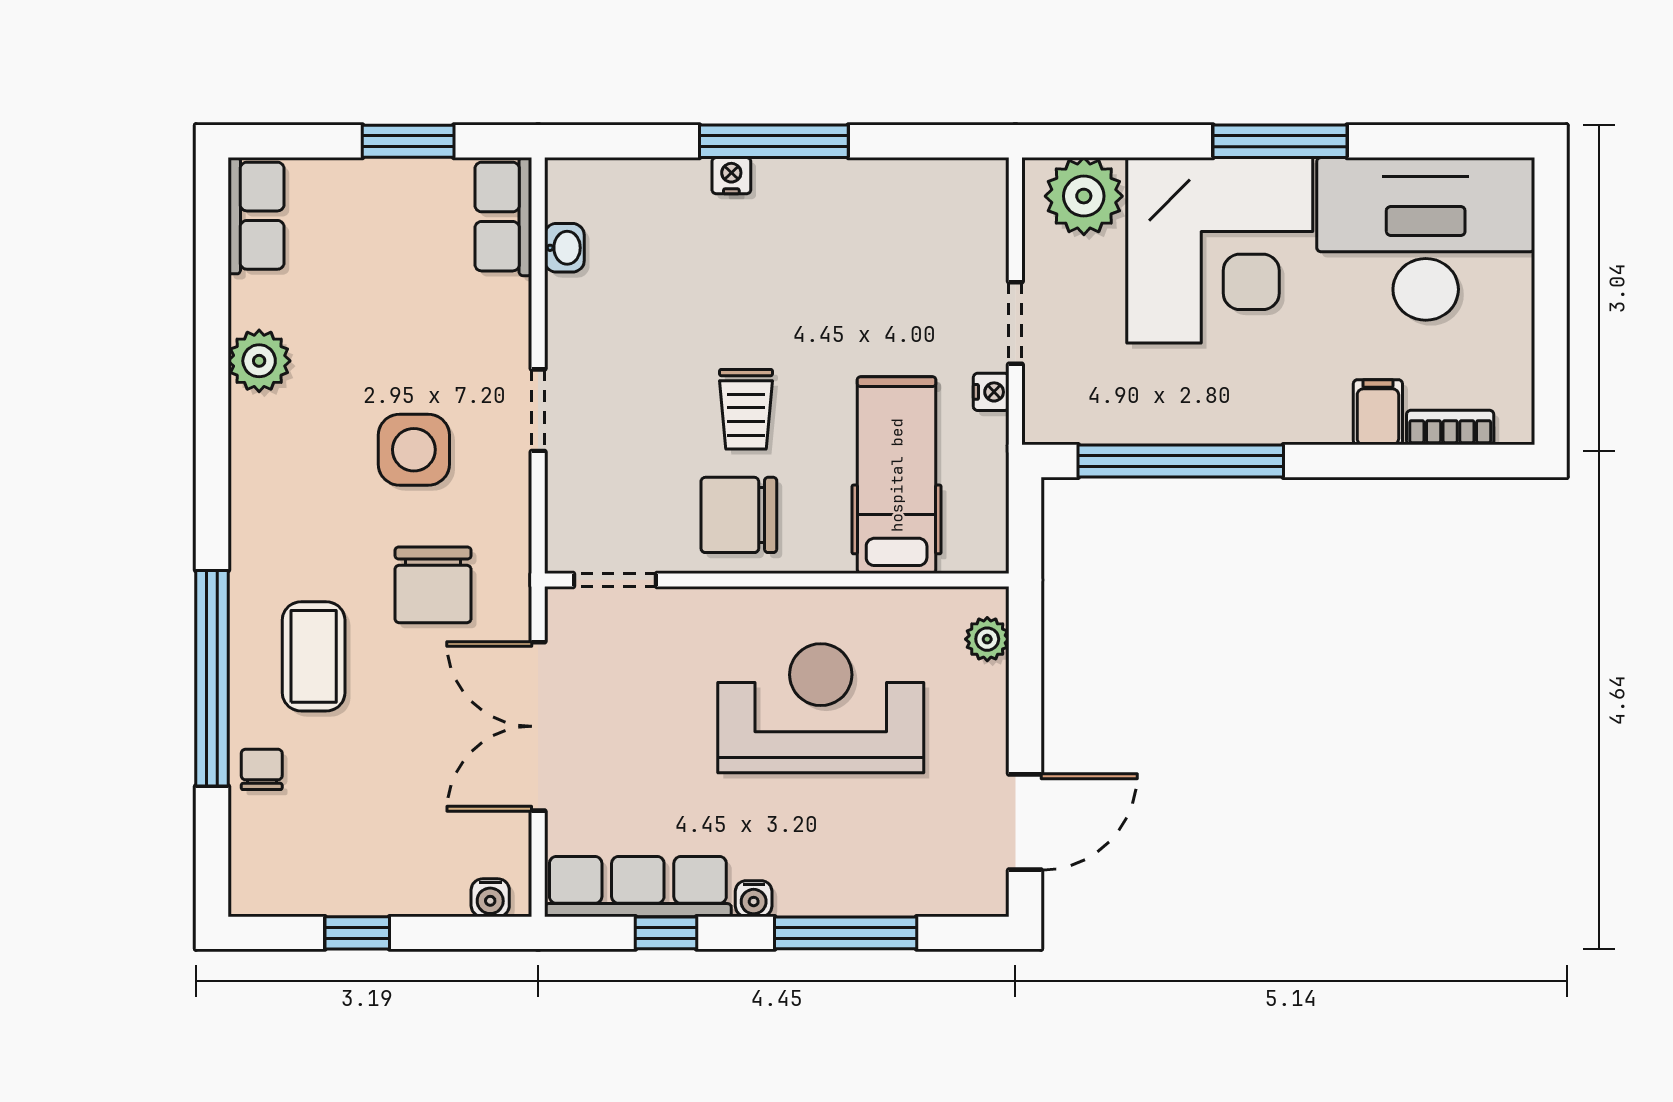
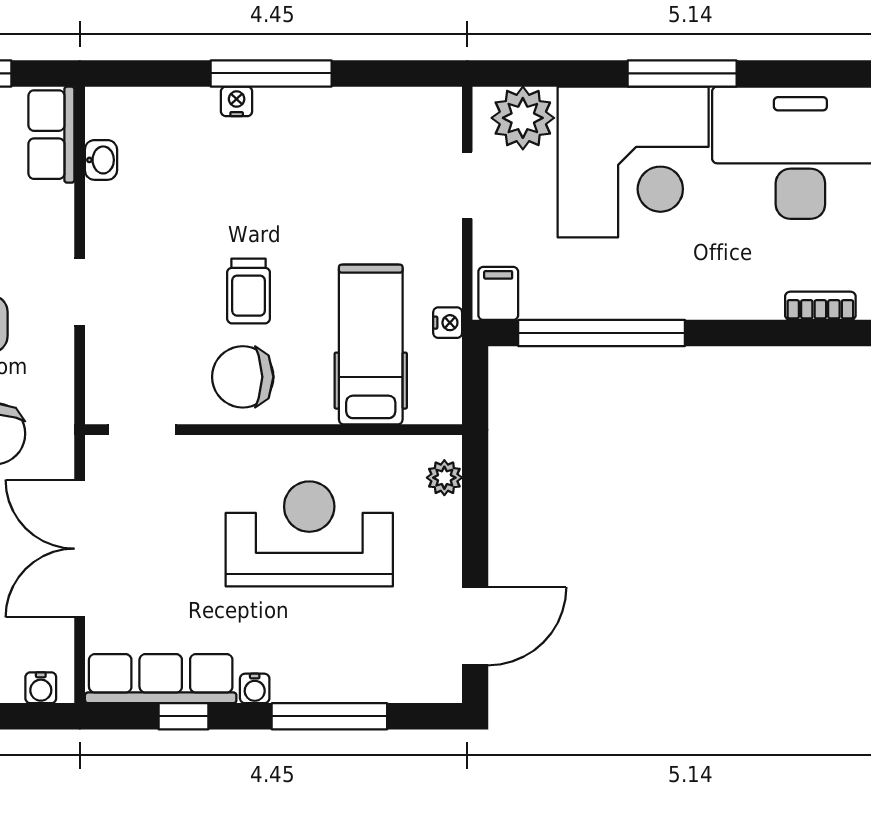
doorway: (1015, 323) -> (467, 185), moved
nightstand: (991, 392) -> (448, 323), moved
filing cabinet: (1378, 412) -> (498, 293), moved

